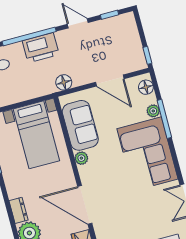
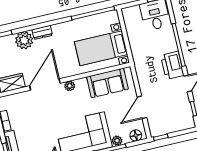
printer: (41, 48) -> (172, 65), moved
floor lamp: (64, 82) -> (142, 71), removed
plant: (81, 158) -> (70, 86), moved

